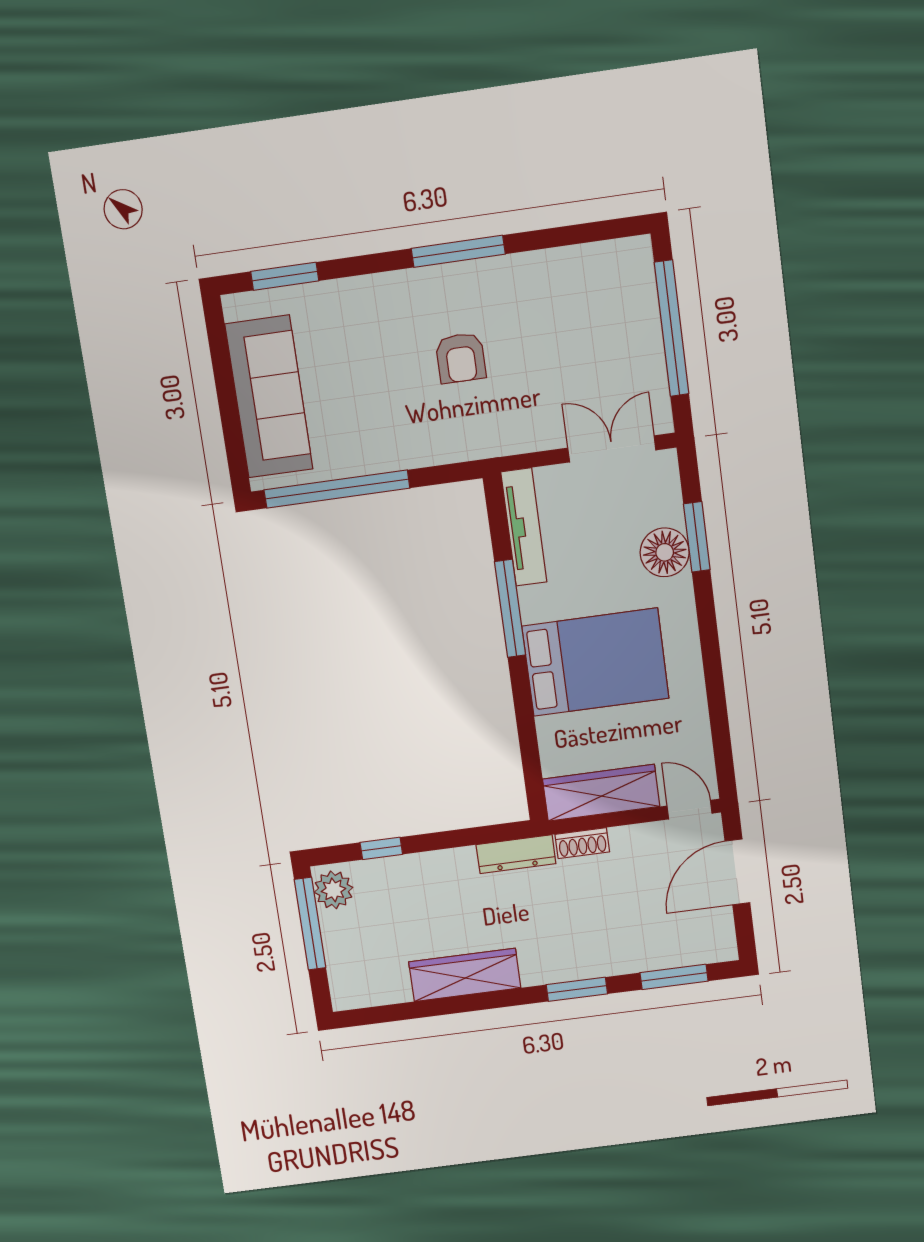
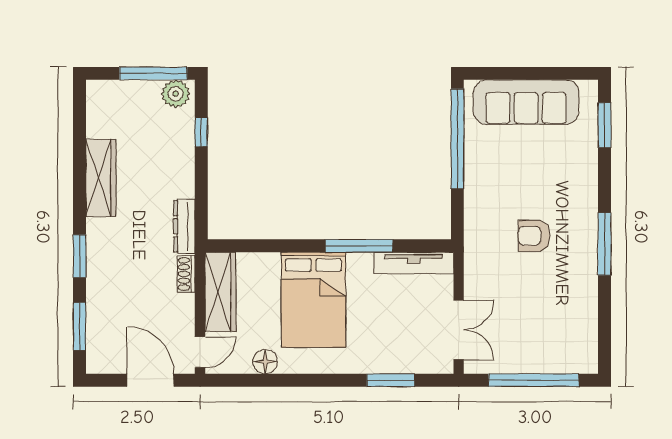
floor lamp: (665, 552) -> (265, 362), moved, width x0.73, depth x0.73

